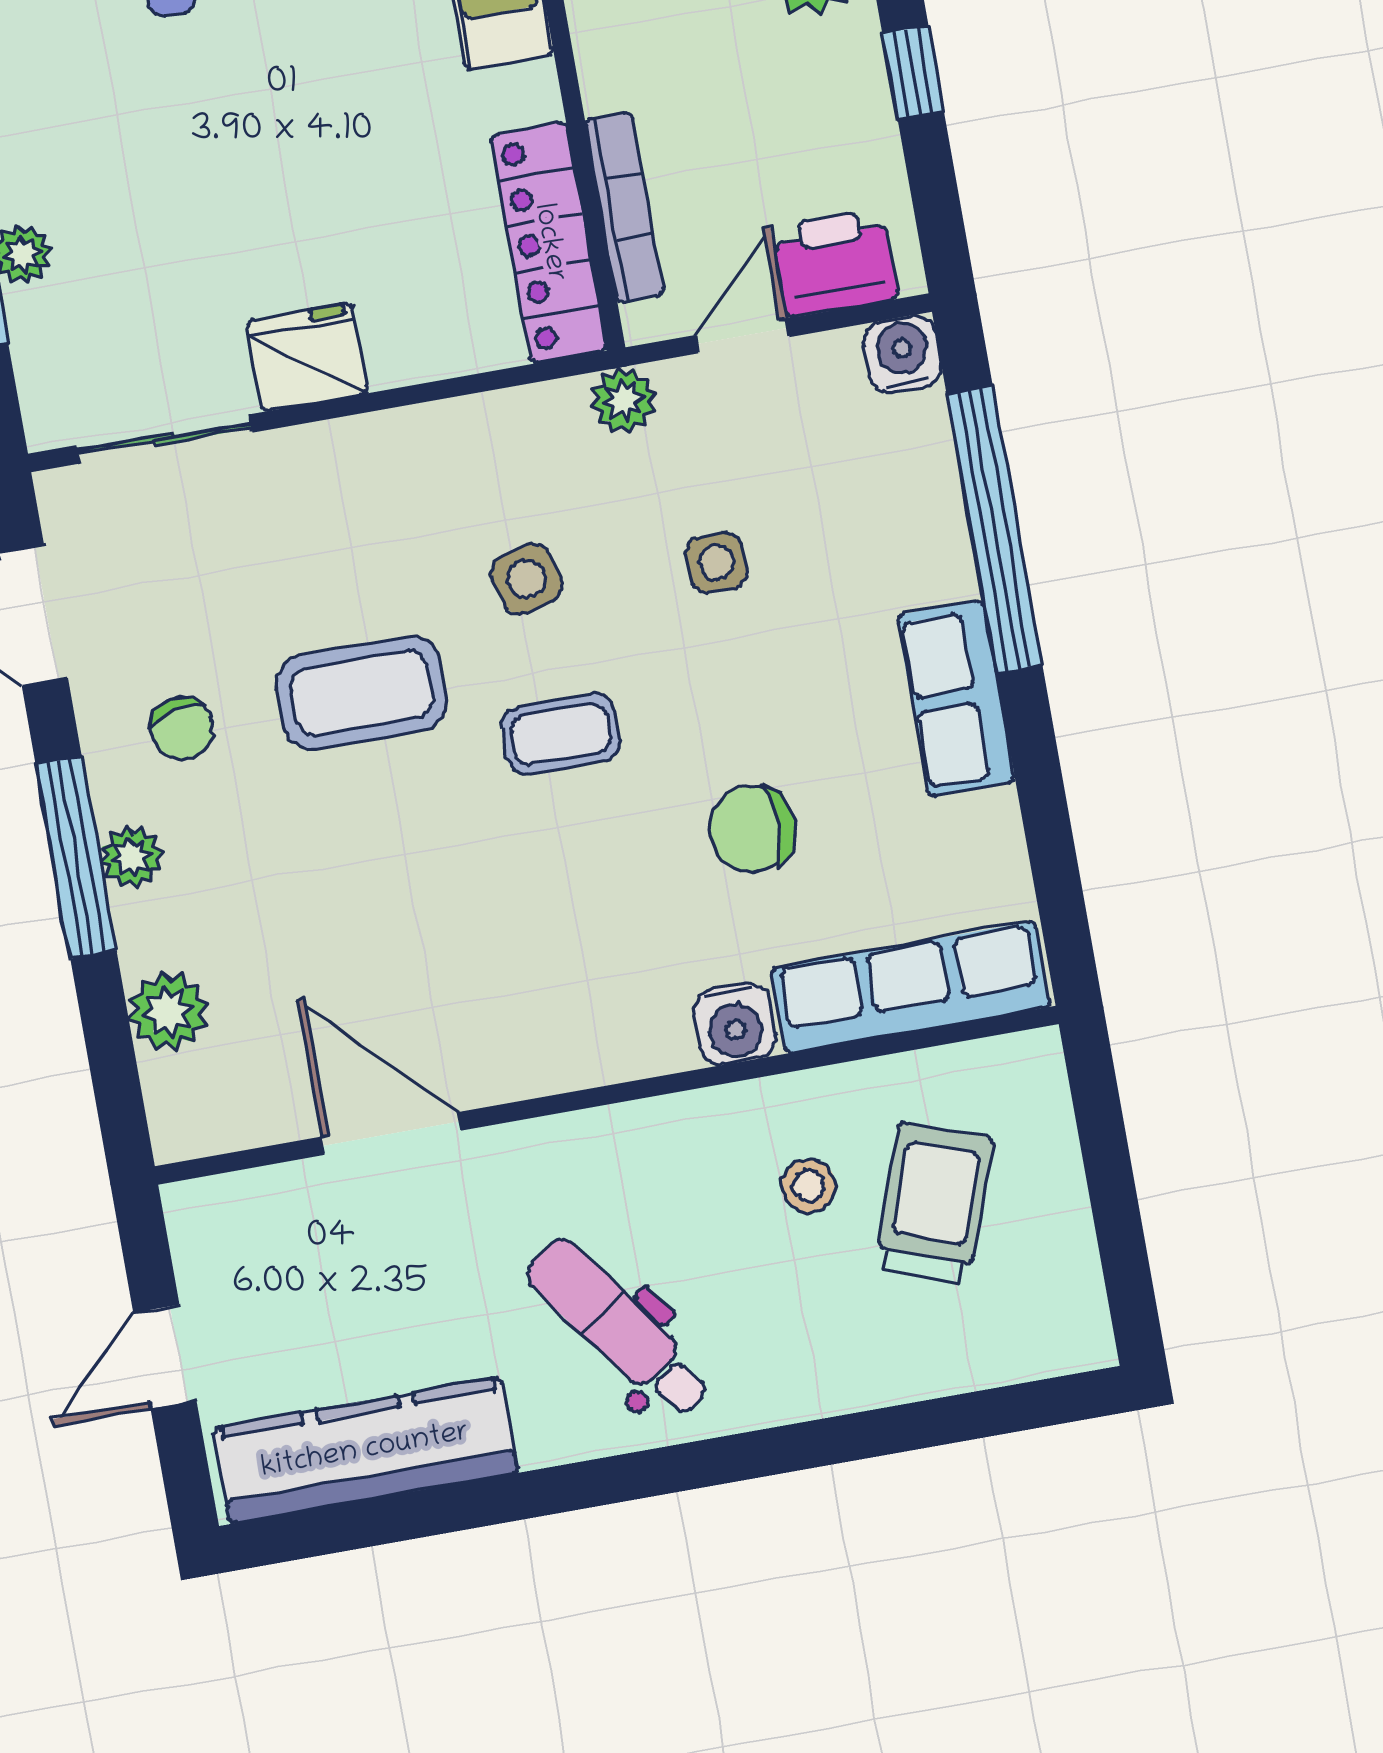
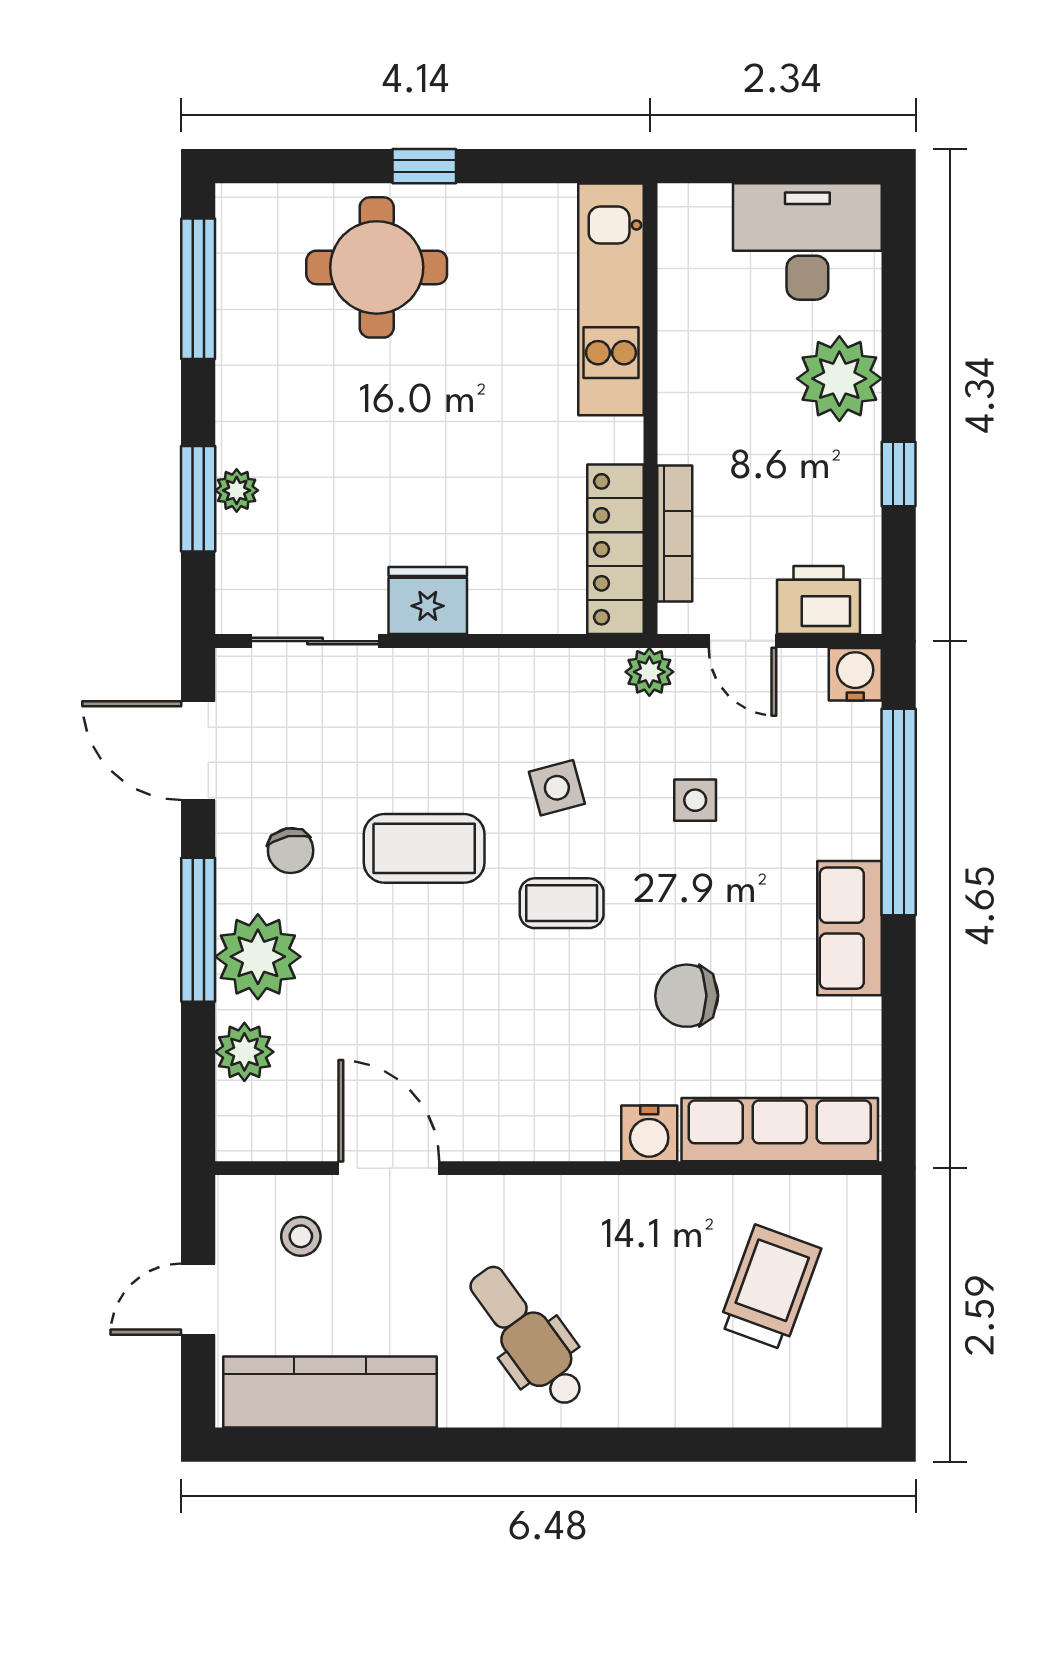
door: (742, 336) -> (742, 641), swing flipped
plant: (131, 857) -> (258, 957), width x1.87, depth x1.87
stool: (809, 1186) -> (301, 1236), moved

